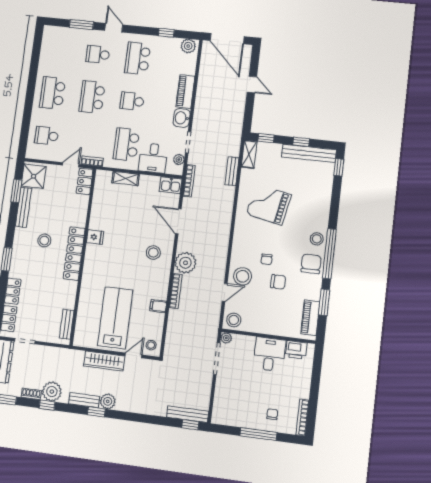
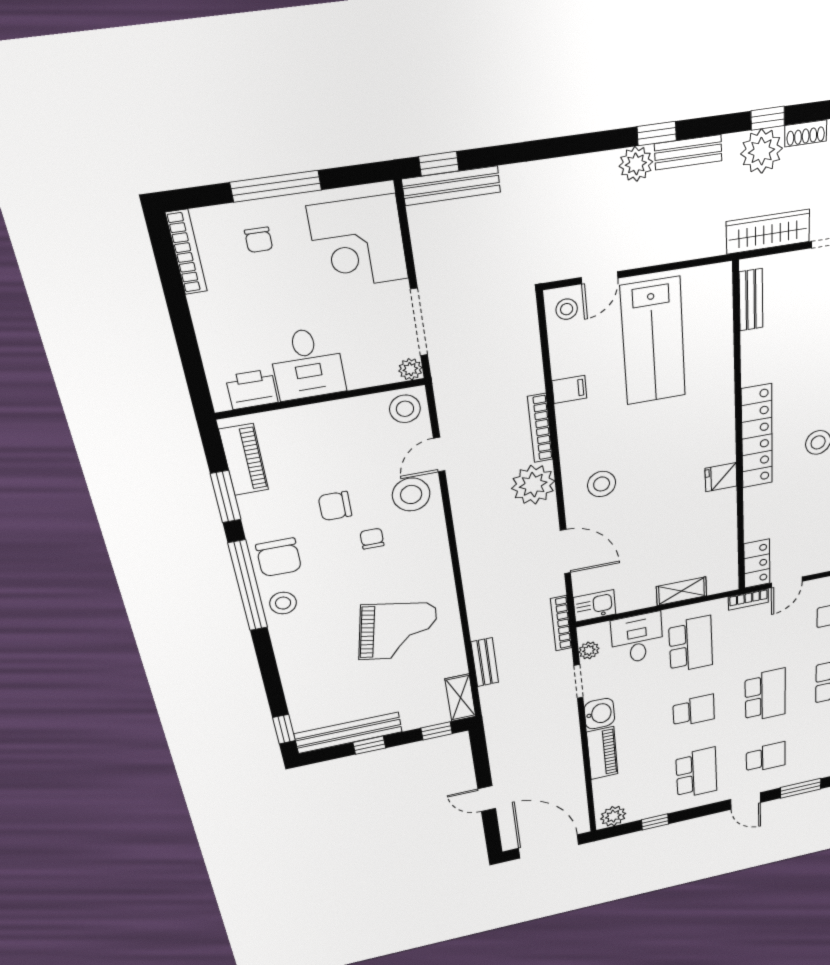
wardrobe: (104, 361) -> (768, 232), moved
corner desk: (232, 401) -> (358, 243), added

